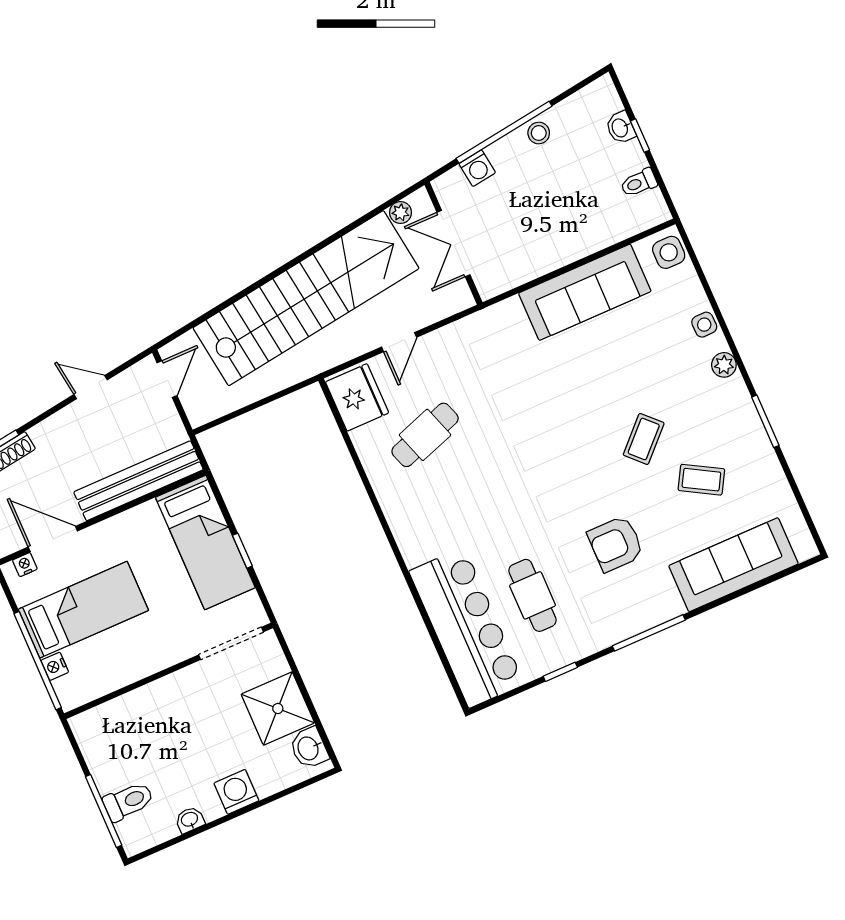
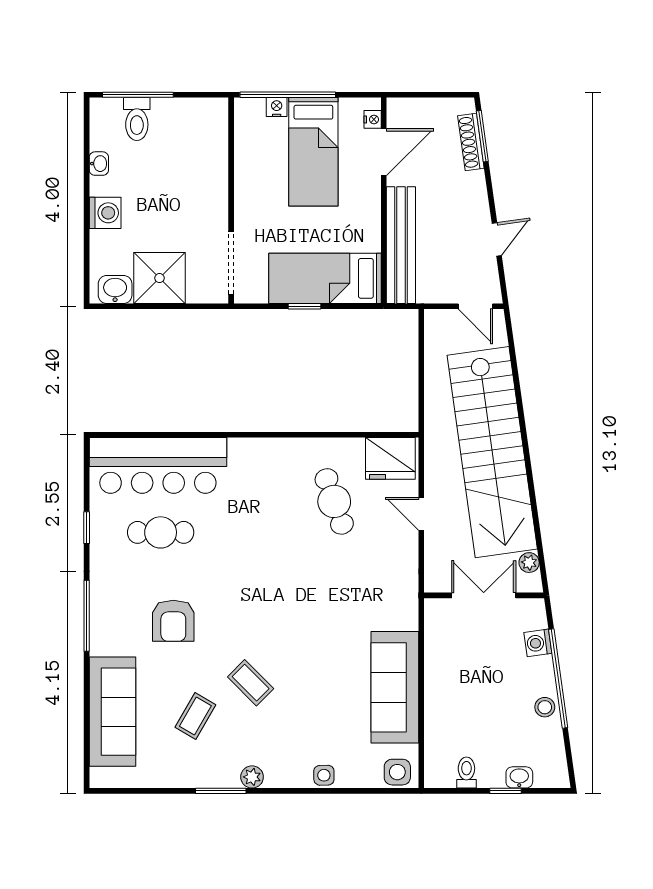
plant: (724, 365) -> (252, 777), moved
armchair: (616, 544) -> (173, 621), turned 180

